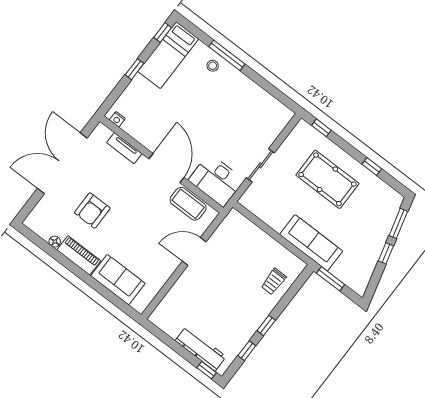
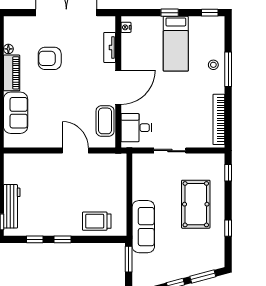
bed: (168, 55) -> (176, 44), moved, turned -90
bookcase: (266, 99) -> (219, 119), added
desk: (216, 180) -> (136, 128), width x0.73
trolley: (274, 281) -> (97, 221), width x1.36, depth x1.39

